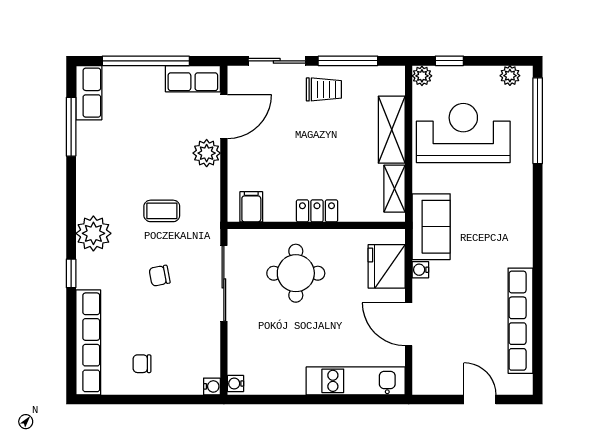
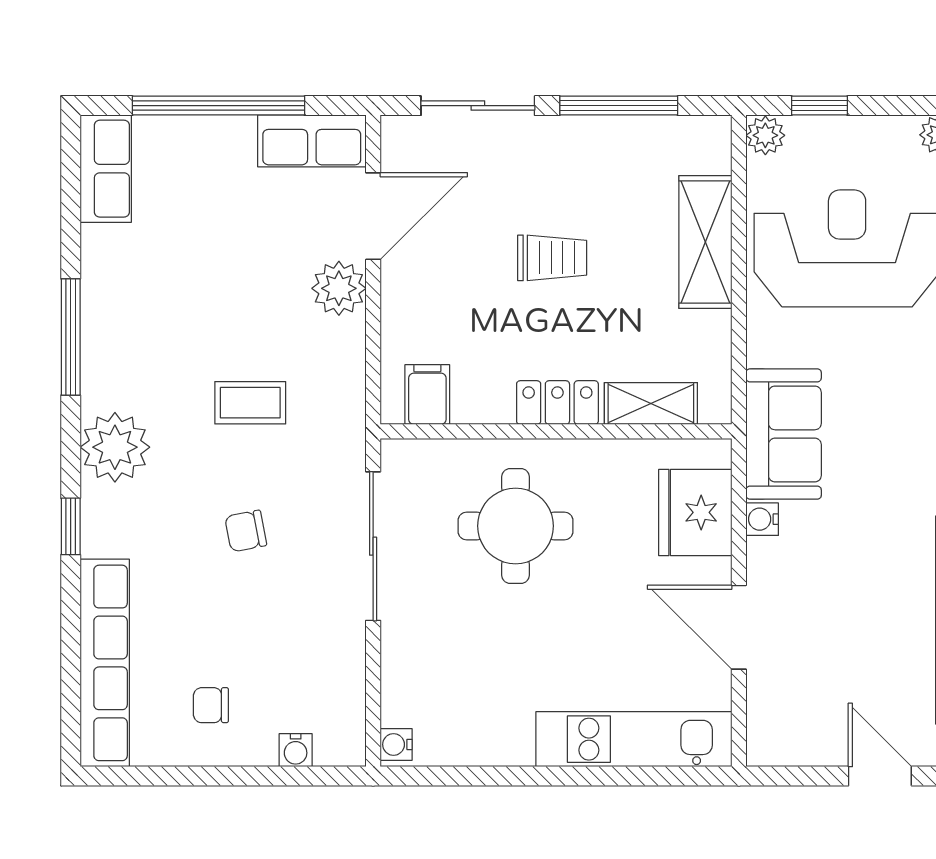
trolley: (324, 89) -> (552, 258), moved
window: (71, 127) -> (71, 337), moved
shelving: (395, 189) -> (651, 403), moved, turned 90
water cooler: (212, 386) -> (296, 750), moved, turned 90

